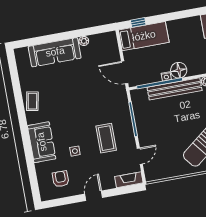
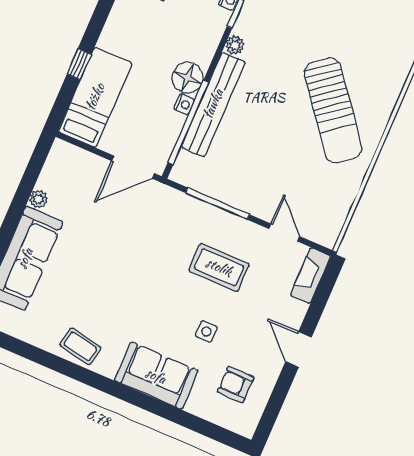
window: (138, 22) -> (79, 64), moved

